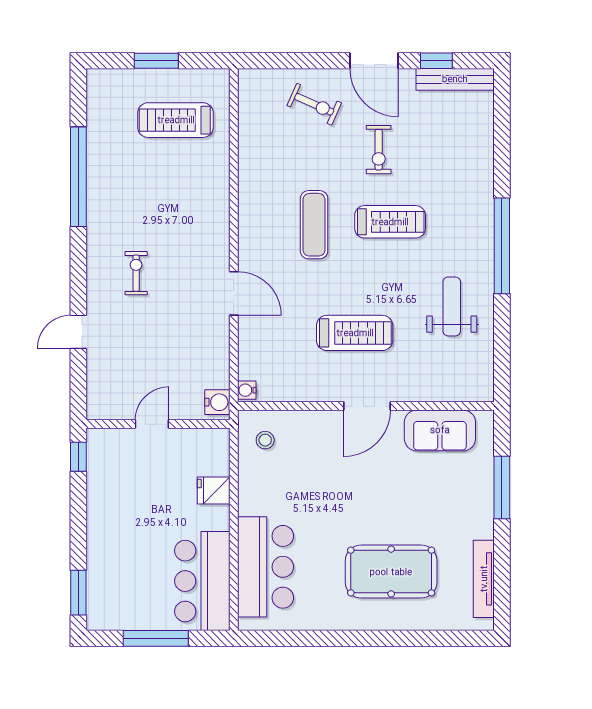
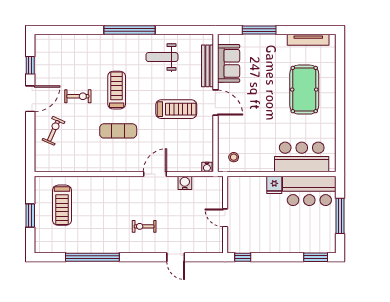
bench: (455, 79) -> (208, 66), moved
treadmill: (355, 333) -> (176, 109), turned 90
water cooler: (217, 402) -> (185, 183), moved
fridge: (214, 491) -> (274, 185), moved

